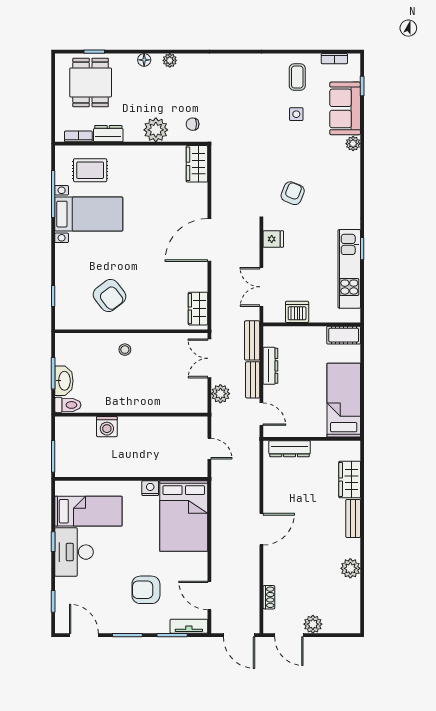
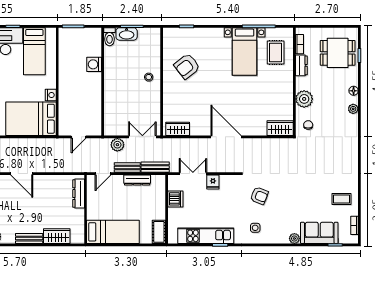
side table: (296, 114) -> (255, 228), moved
fridge: (273, 239) -> (213, 182), moved

